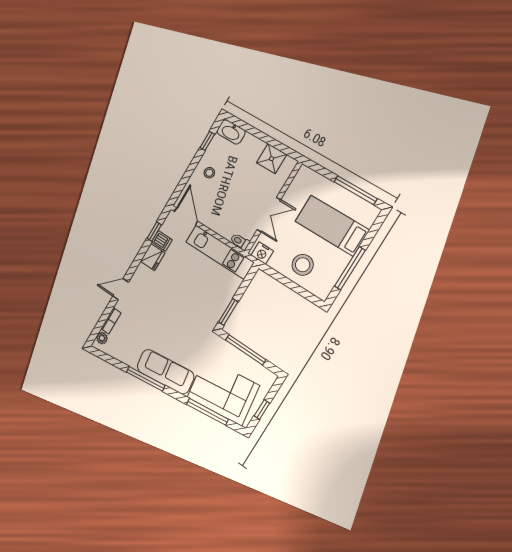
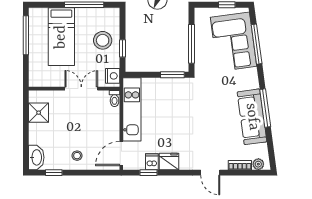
window: (283, 279) -> (122, 48), added
sofa: (165, 372) -> (252, 117), moved

